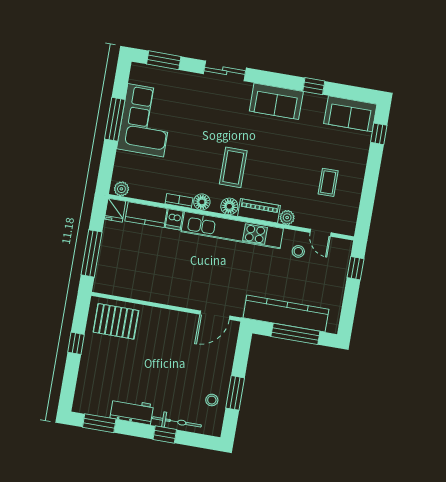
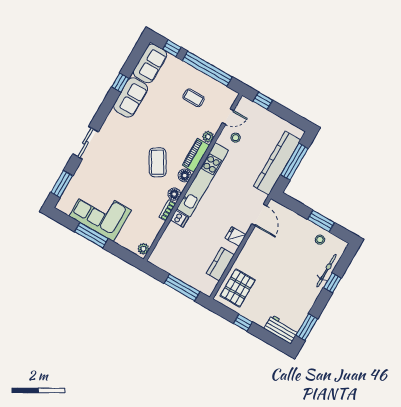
sofa: (276, 101) -> (131, 97), moved
coffee table: (233, 167) -> (158, 162), turned 59
window: (370, 186) -> (207, 69), added
fridge: (115, 210) -> (236, 236), moved, turned 180
kitchen counter: (146, 215) -> (220, 264), moved, turned 180
workbench: (132, 411) -> (281, 329), moved, turned 90

